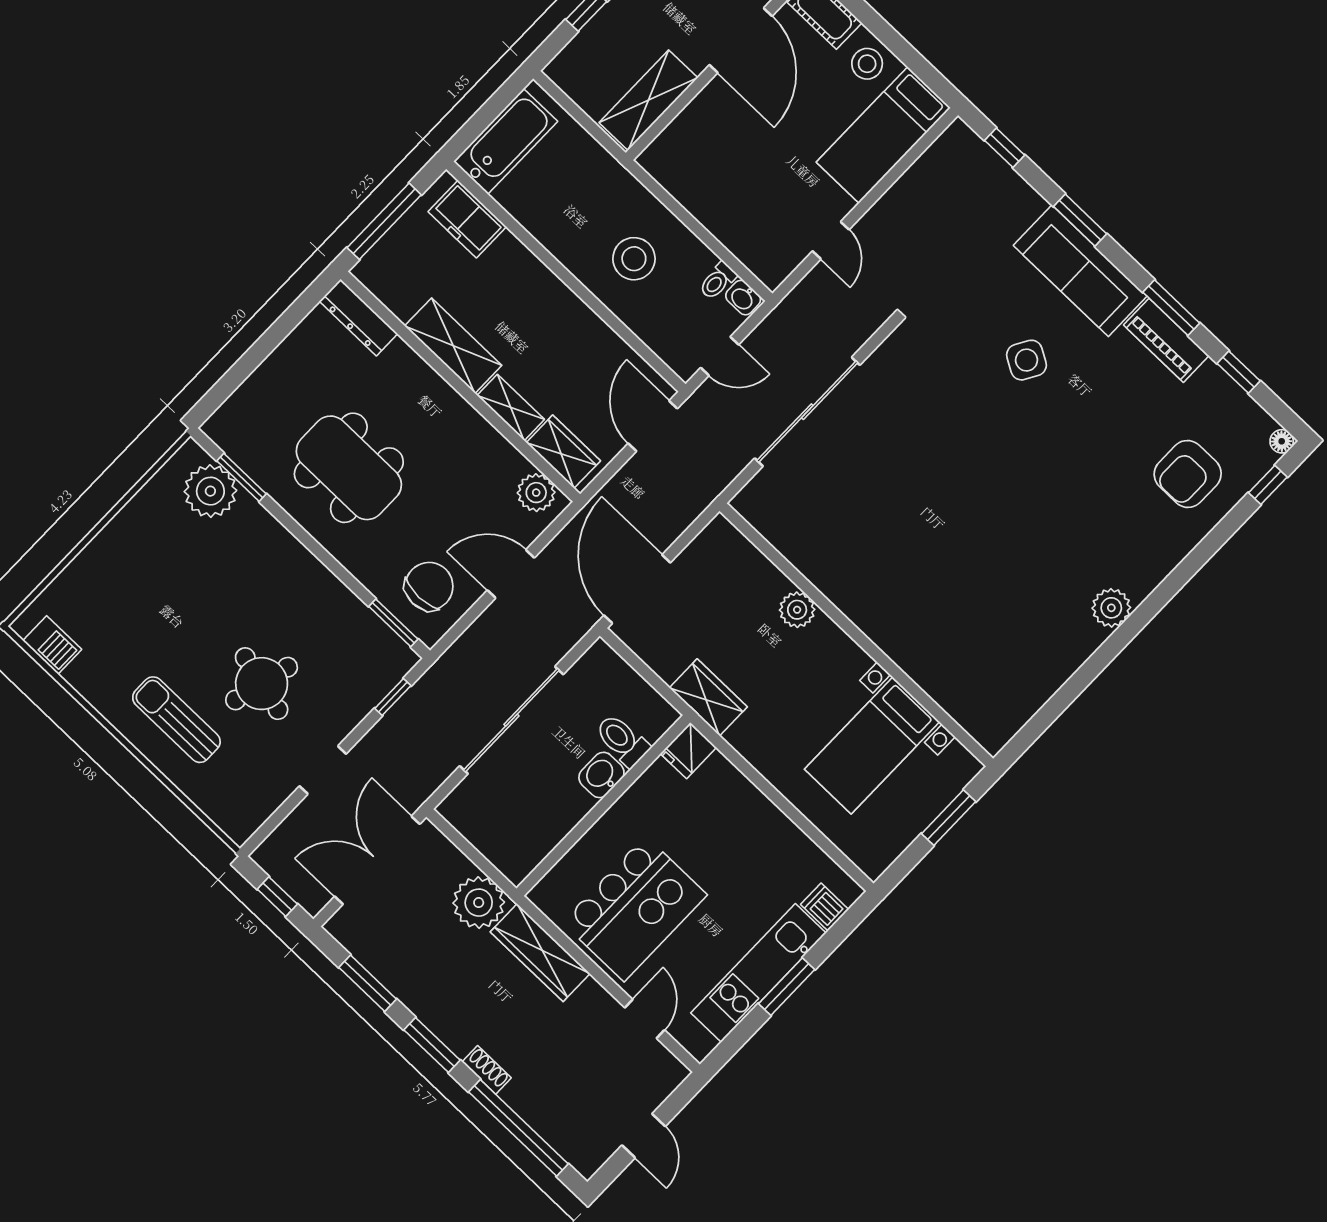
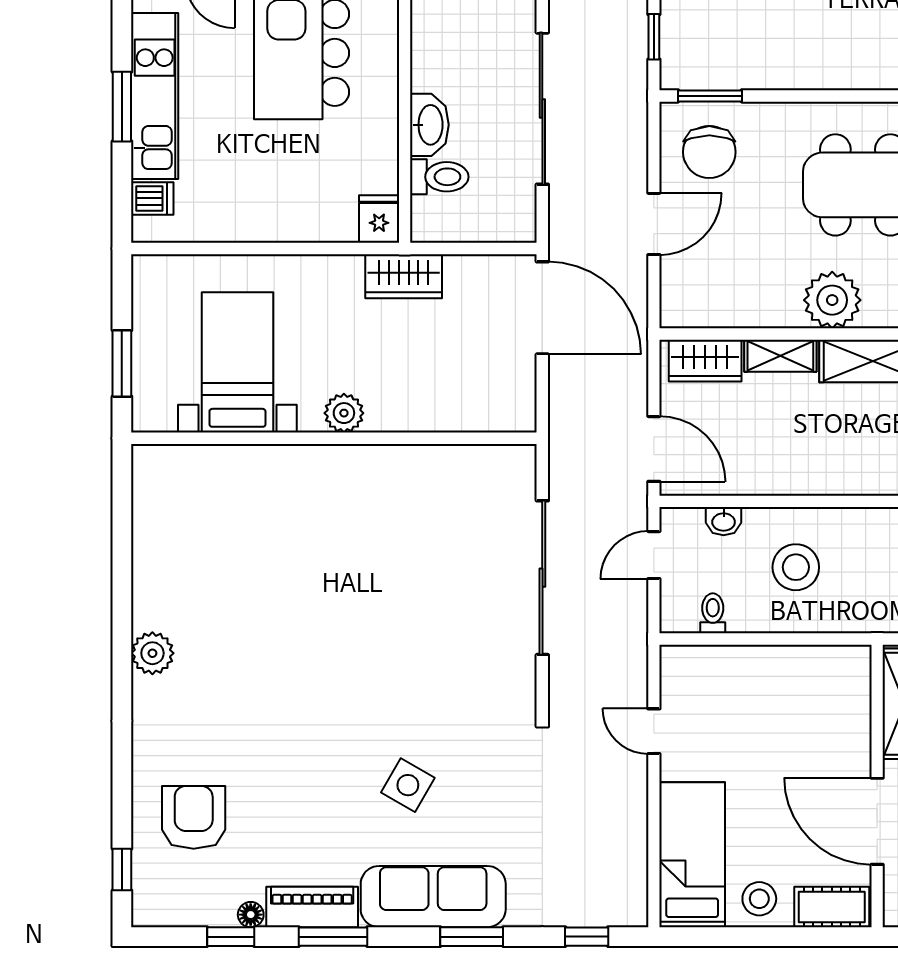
washbasin: (743, 298) -> (724, 521), moved, turned 180
floor lamp: (1282, 441) -> (251, 915), moved
plant: (536, 493) -> (832, 300), moved, width x1.36, depth x1.36
plant: (797, 610) -> (344, 413), moved
washbasin: (601, 775) -> (429, 125), width x1.38

